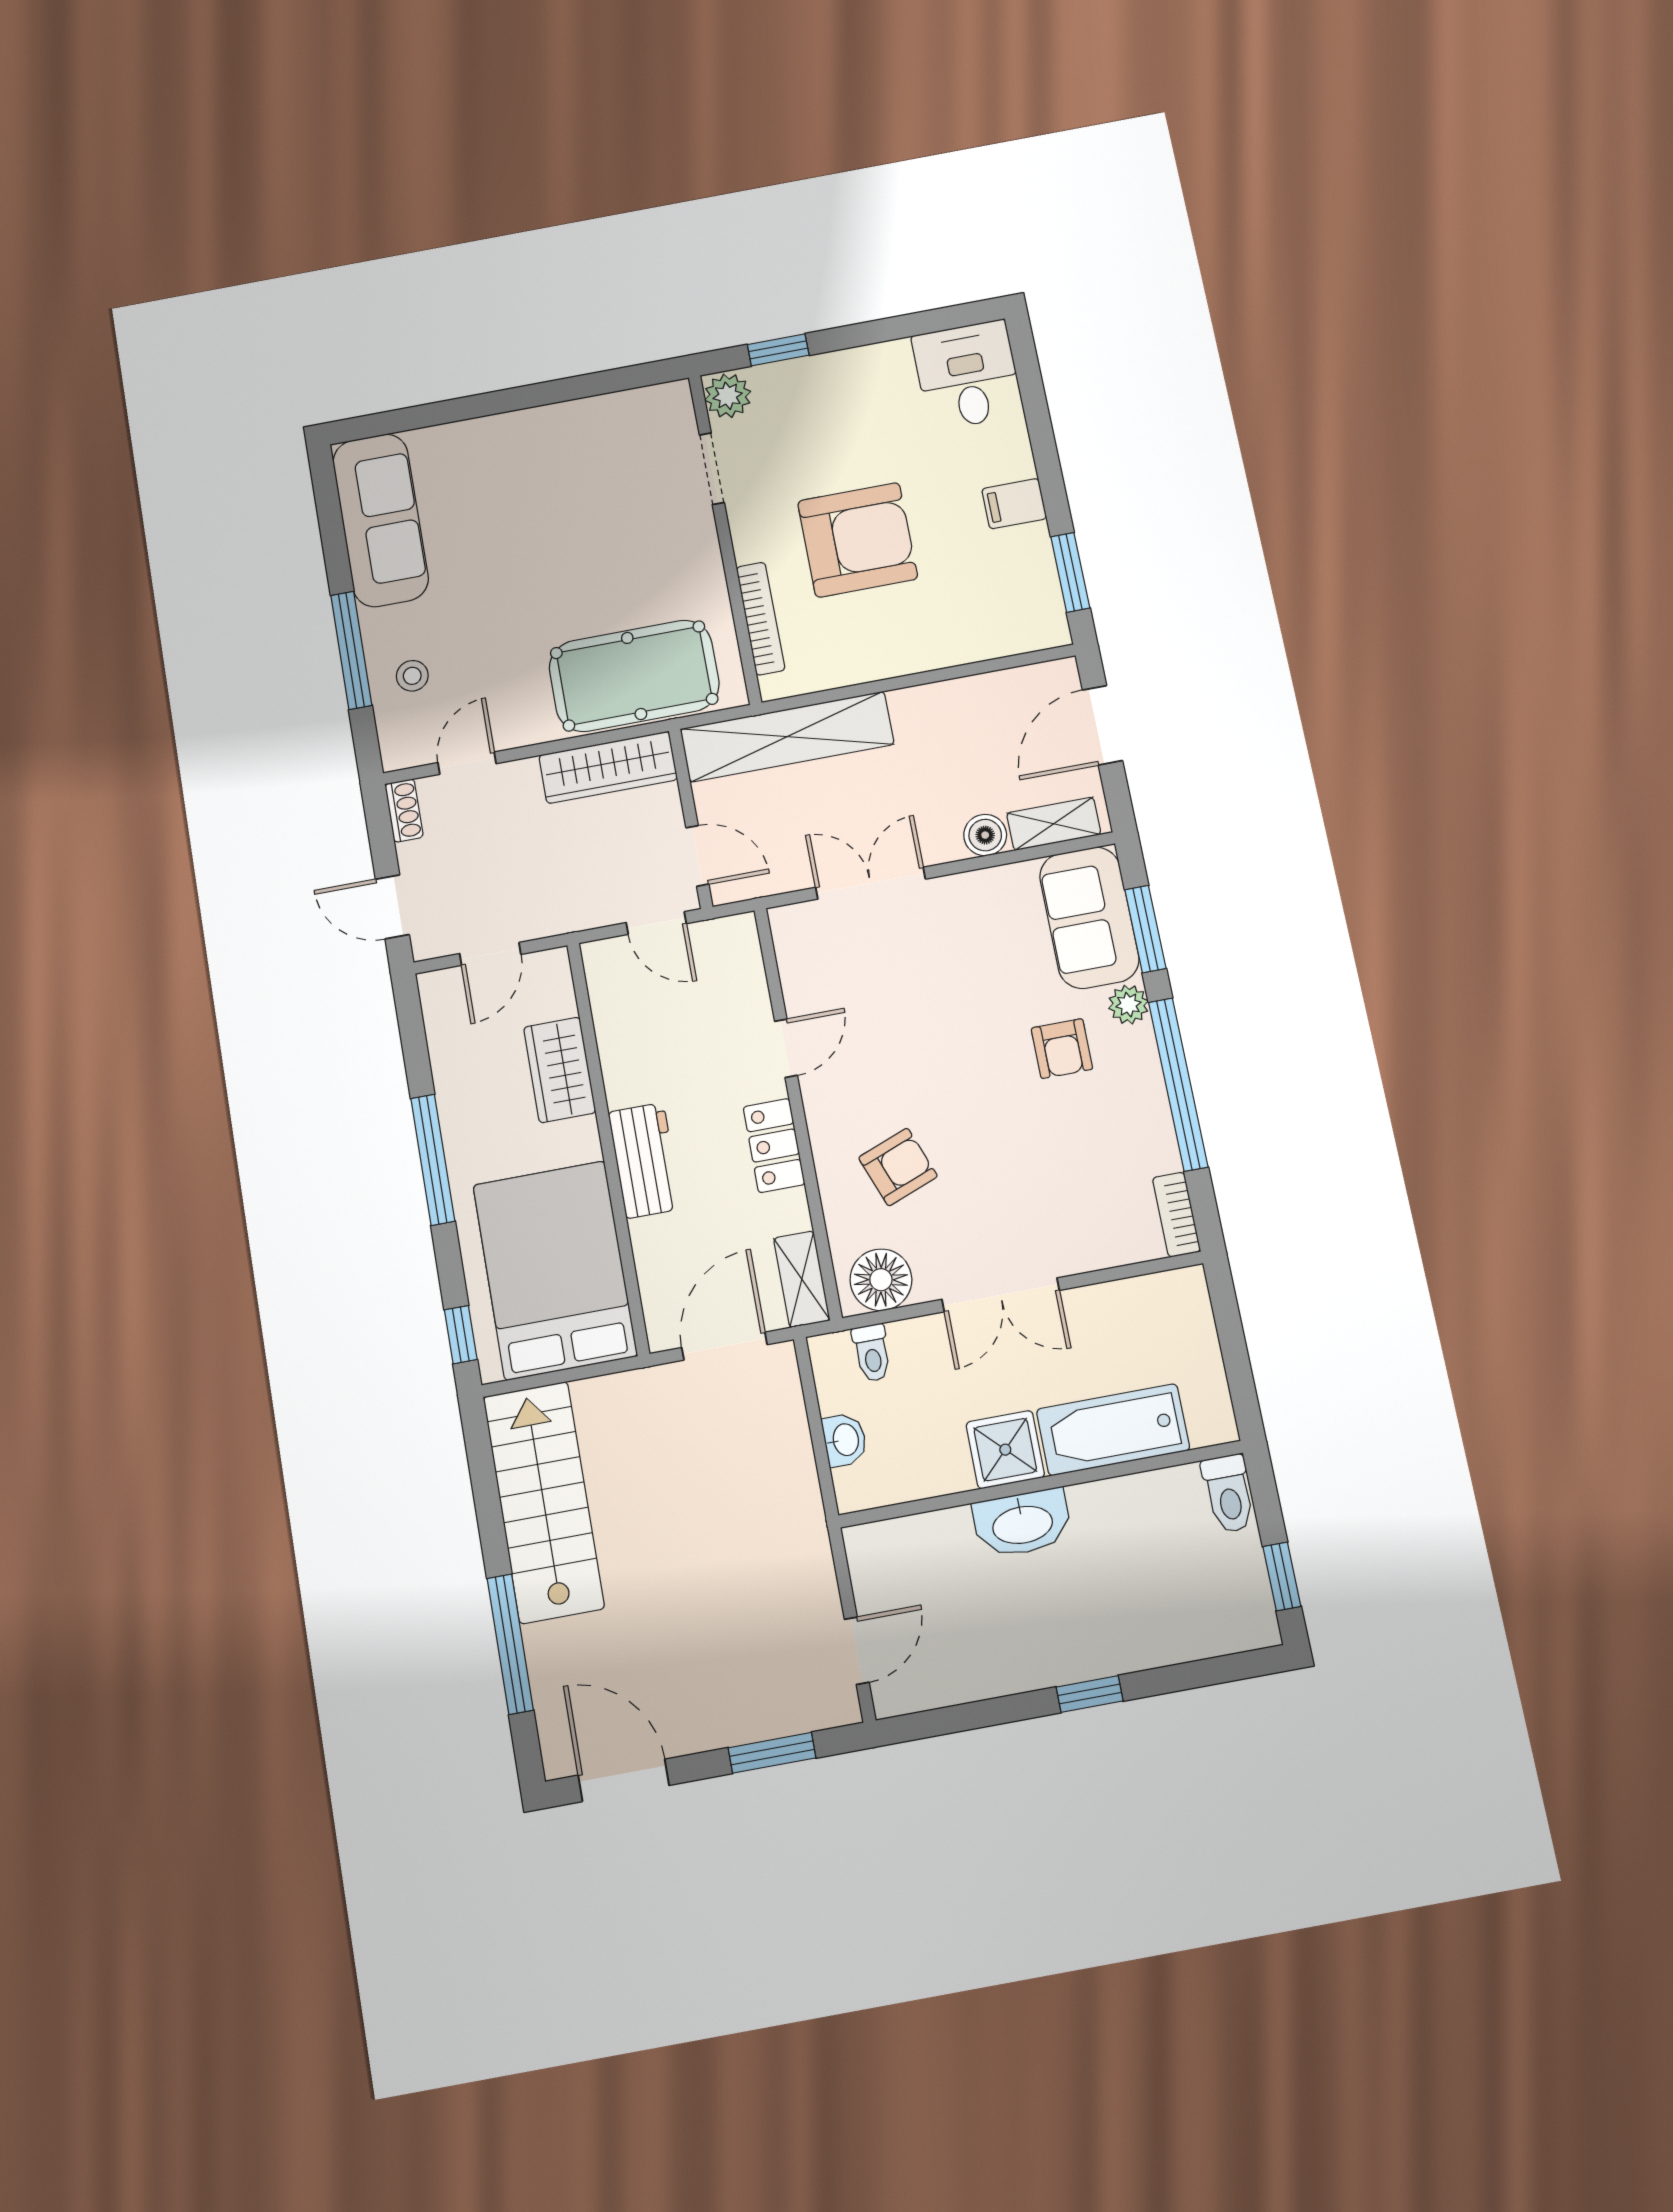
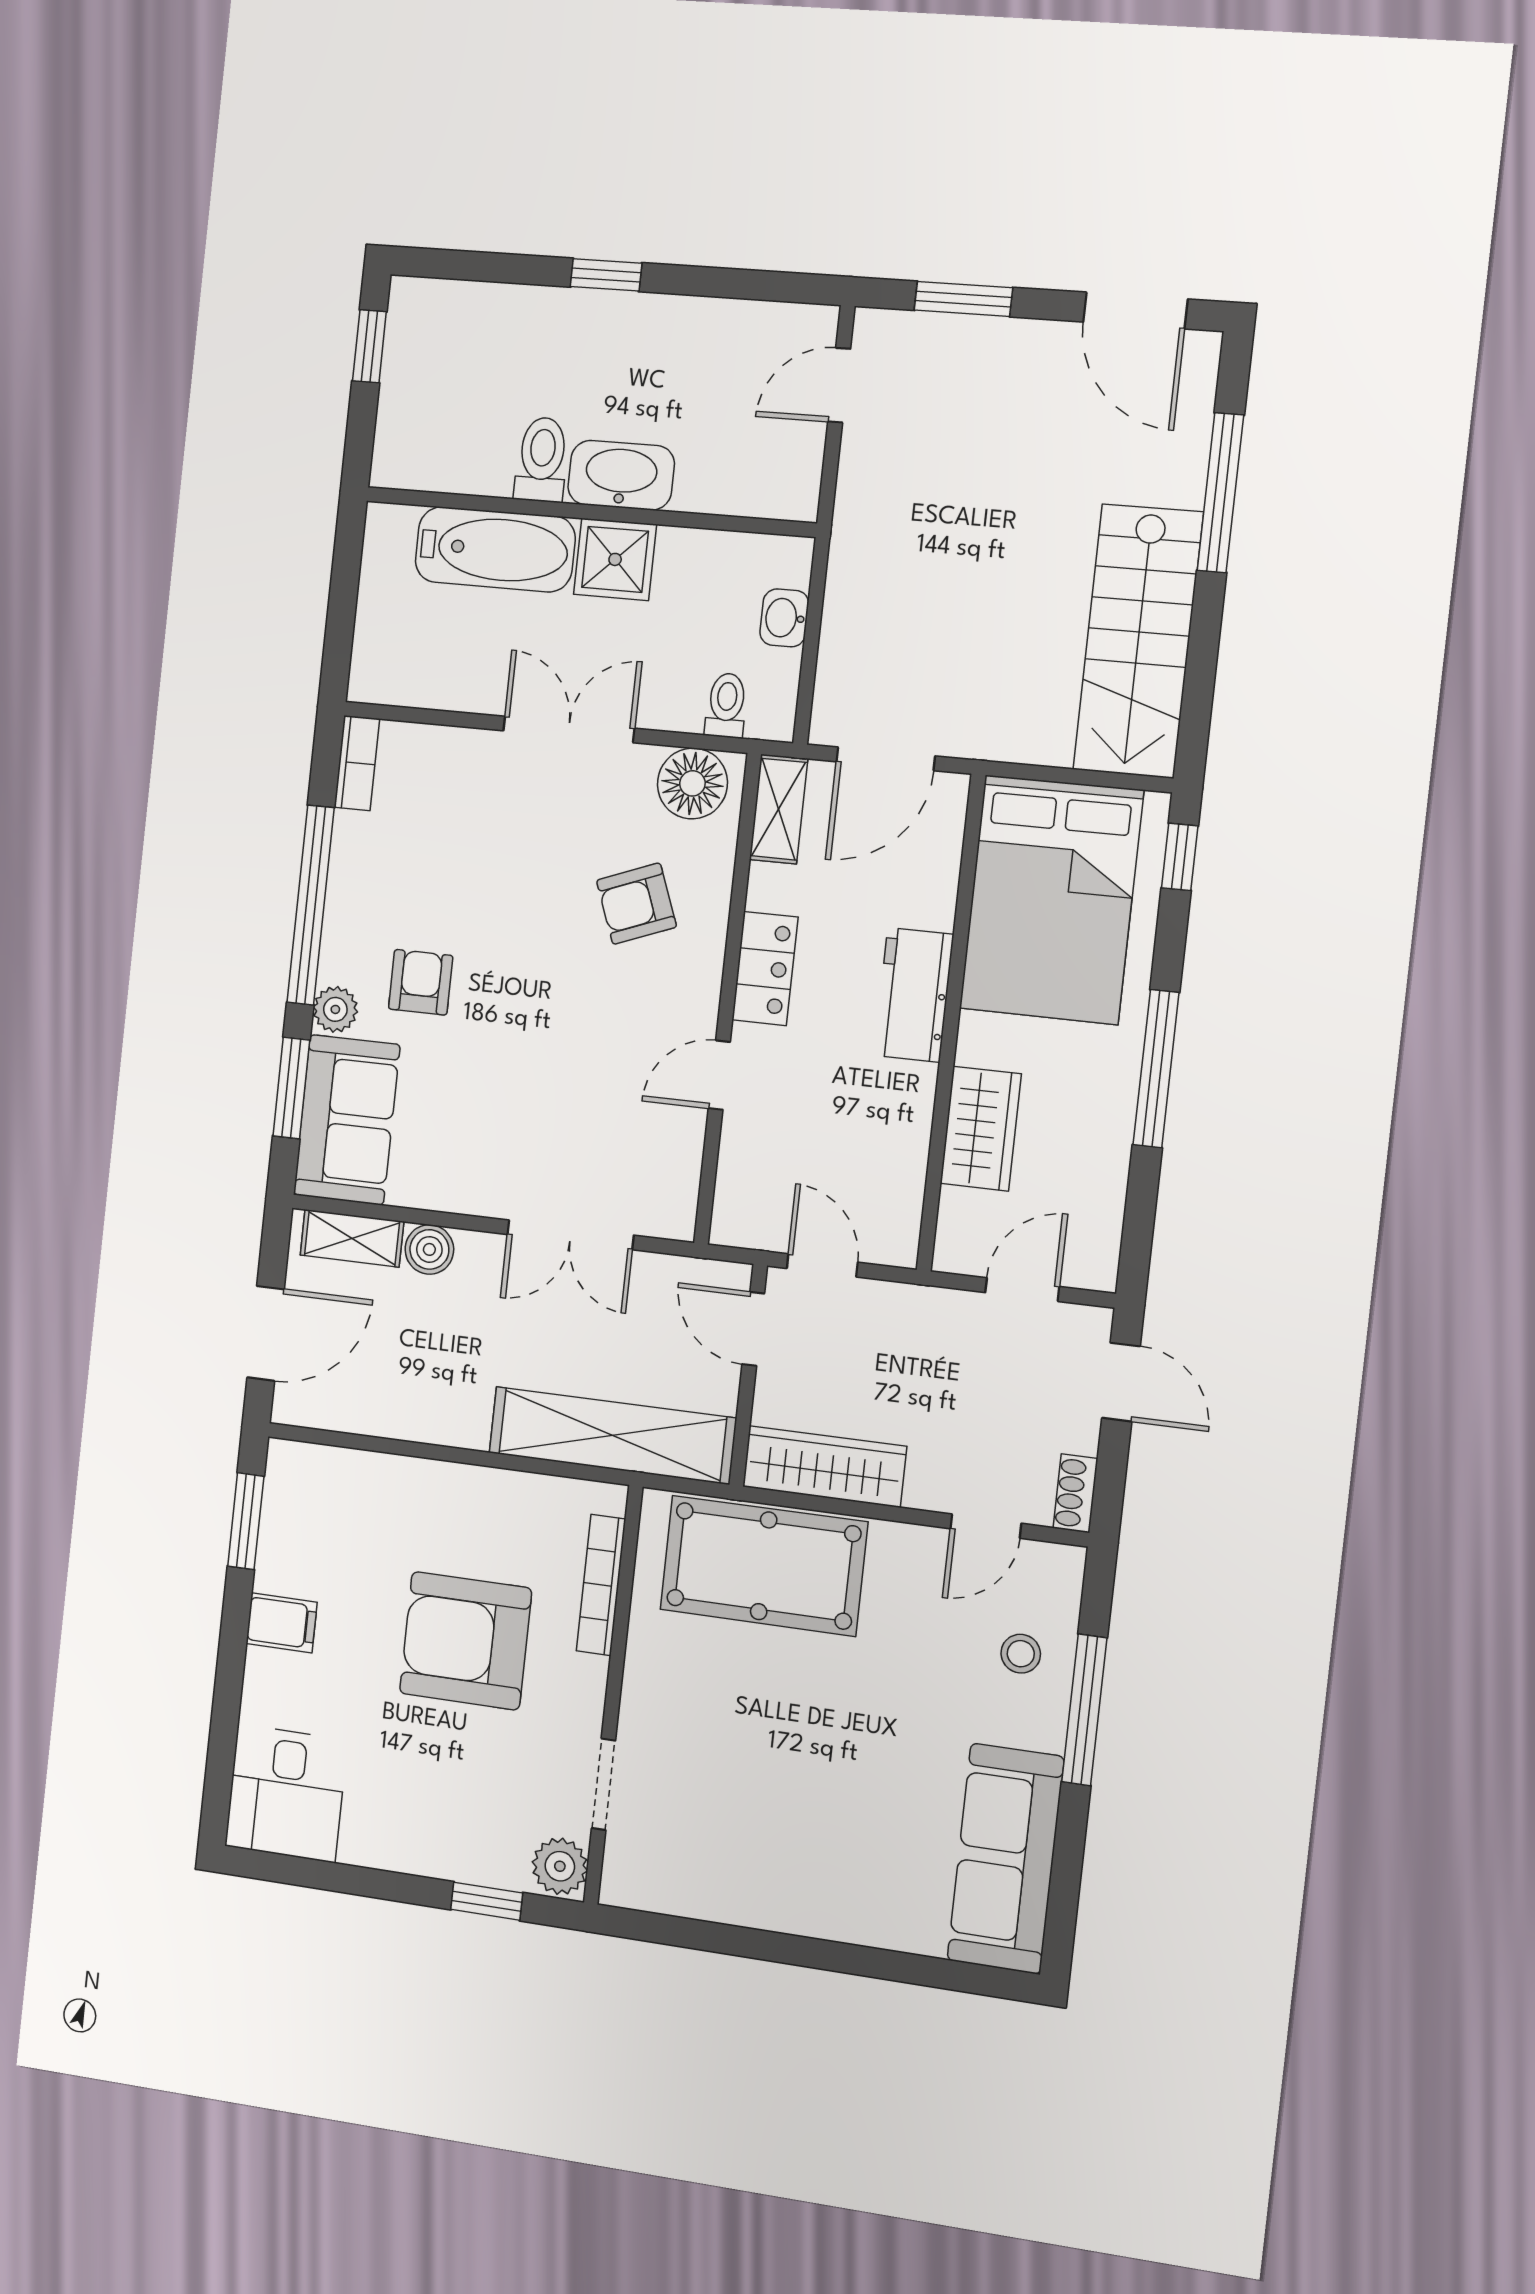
toilet: (1229, 1494) -> (542, 459), moved

